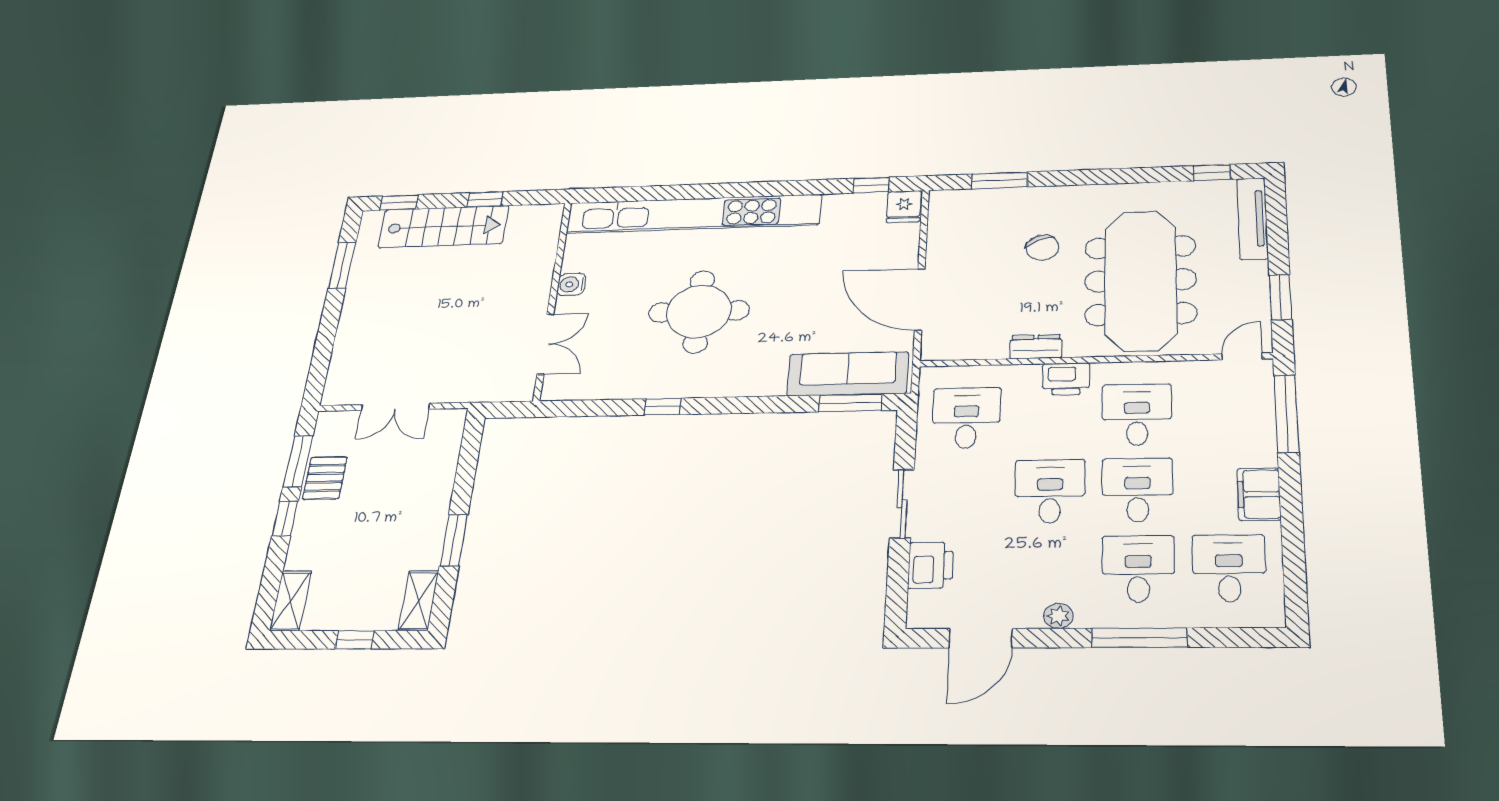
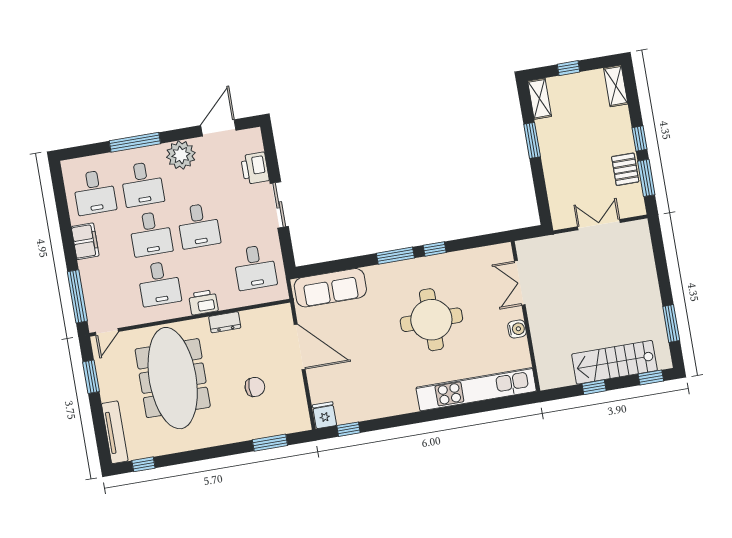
kitchen unit: (693, 214) -> (476, 389), width x0.73
chair: (1042, 248) -> (255, 387), moved, turned 114
window: (850, 403) -> (395, 256), moved
plant: (1058, 616) -> (181, 155), width x1.87, depth x1.87

